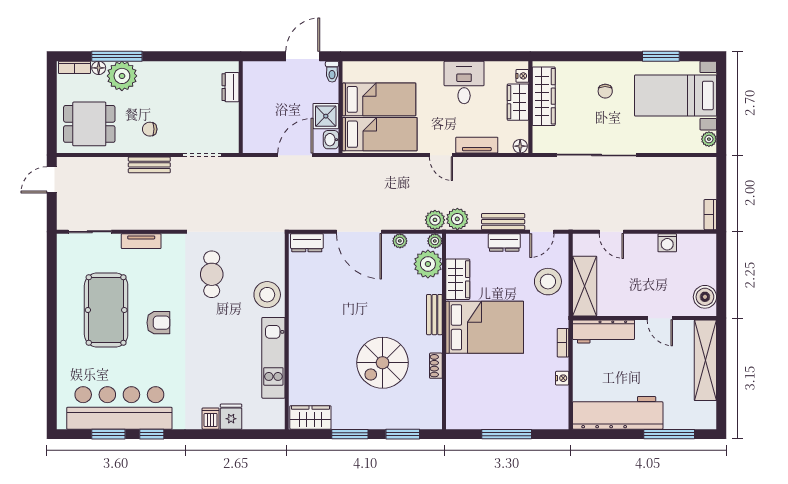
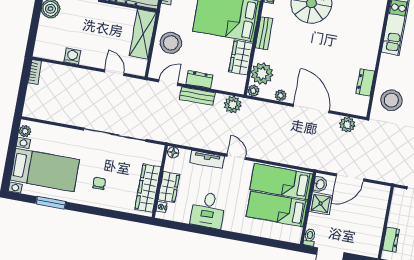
plant: (435, 220) -> (347, 125), moved
dresser: (307, 243) -> (365, 82), moved, turned -90
stool: (267, 295) -> (391, 100), moved

